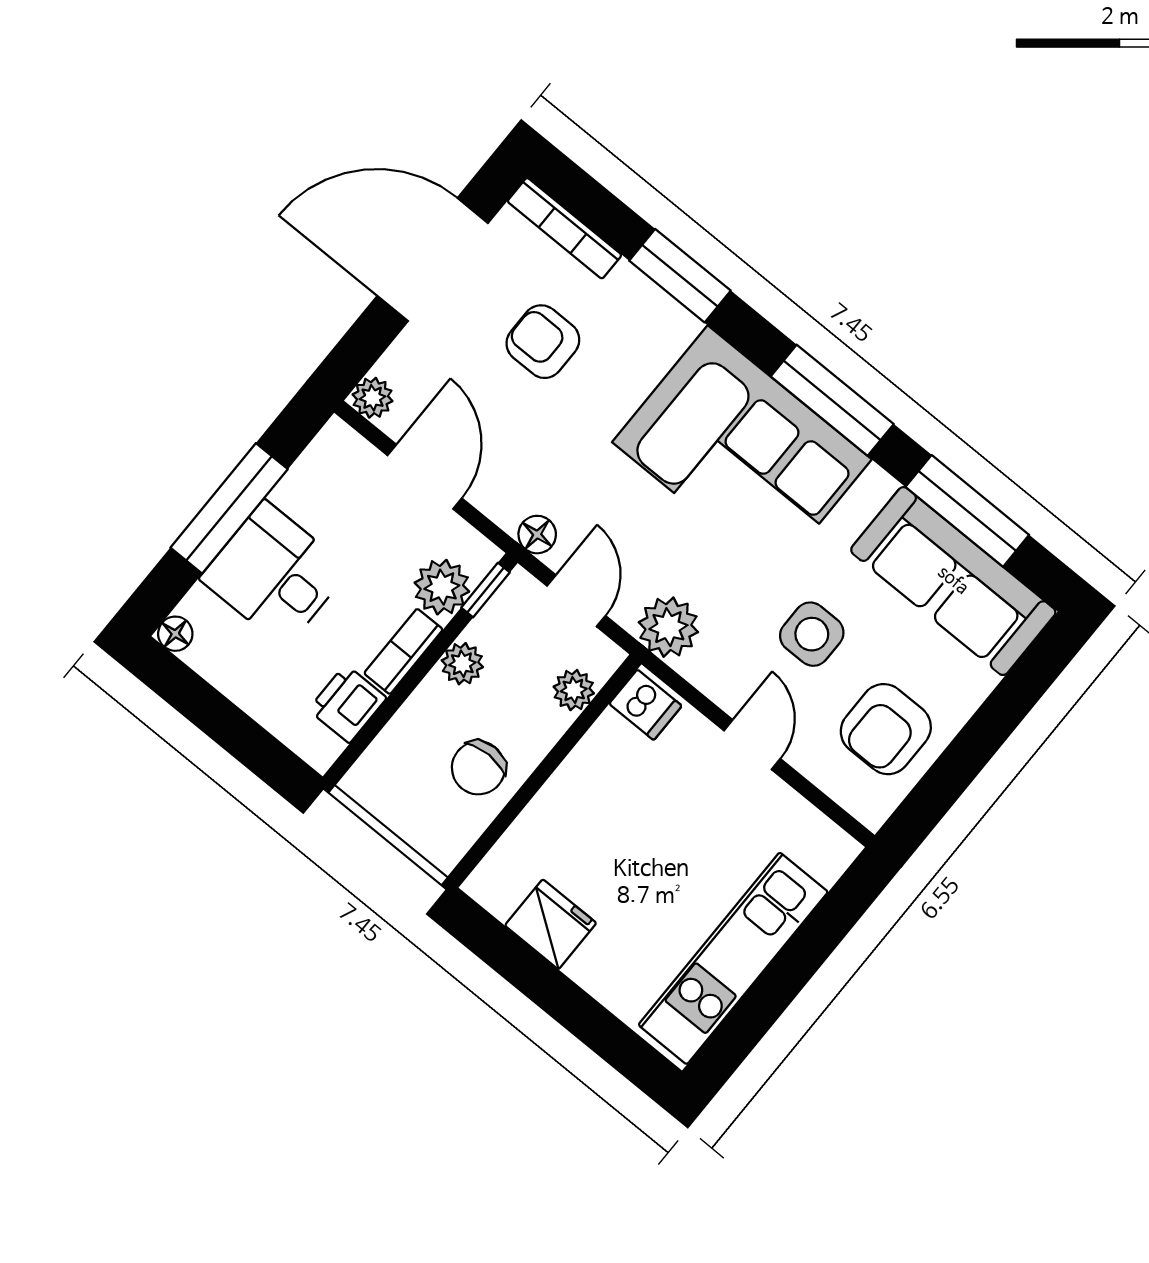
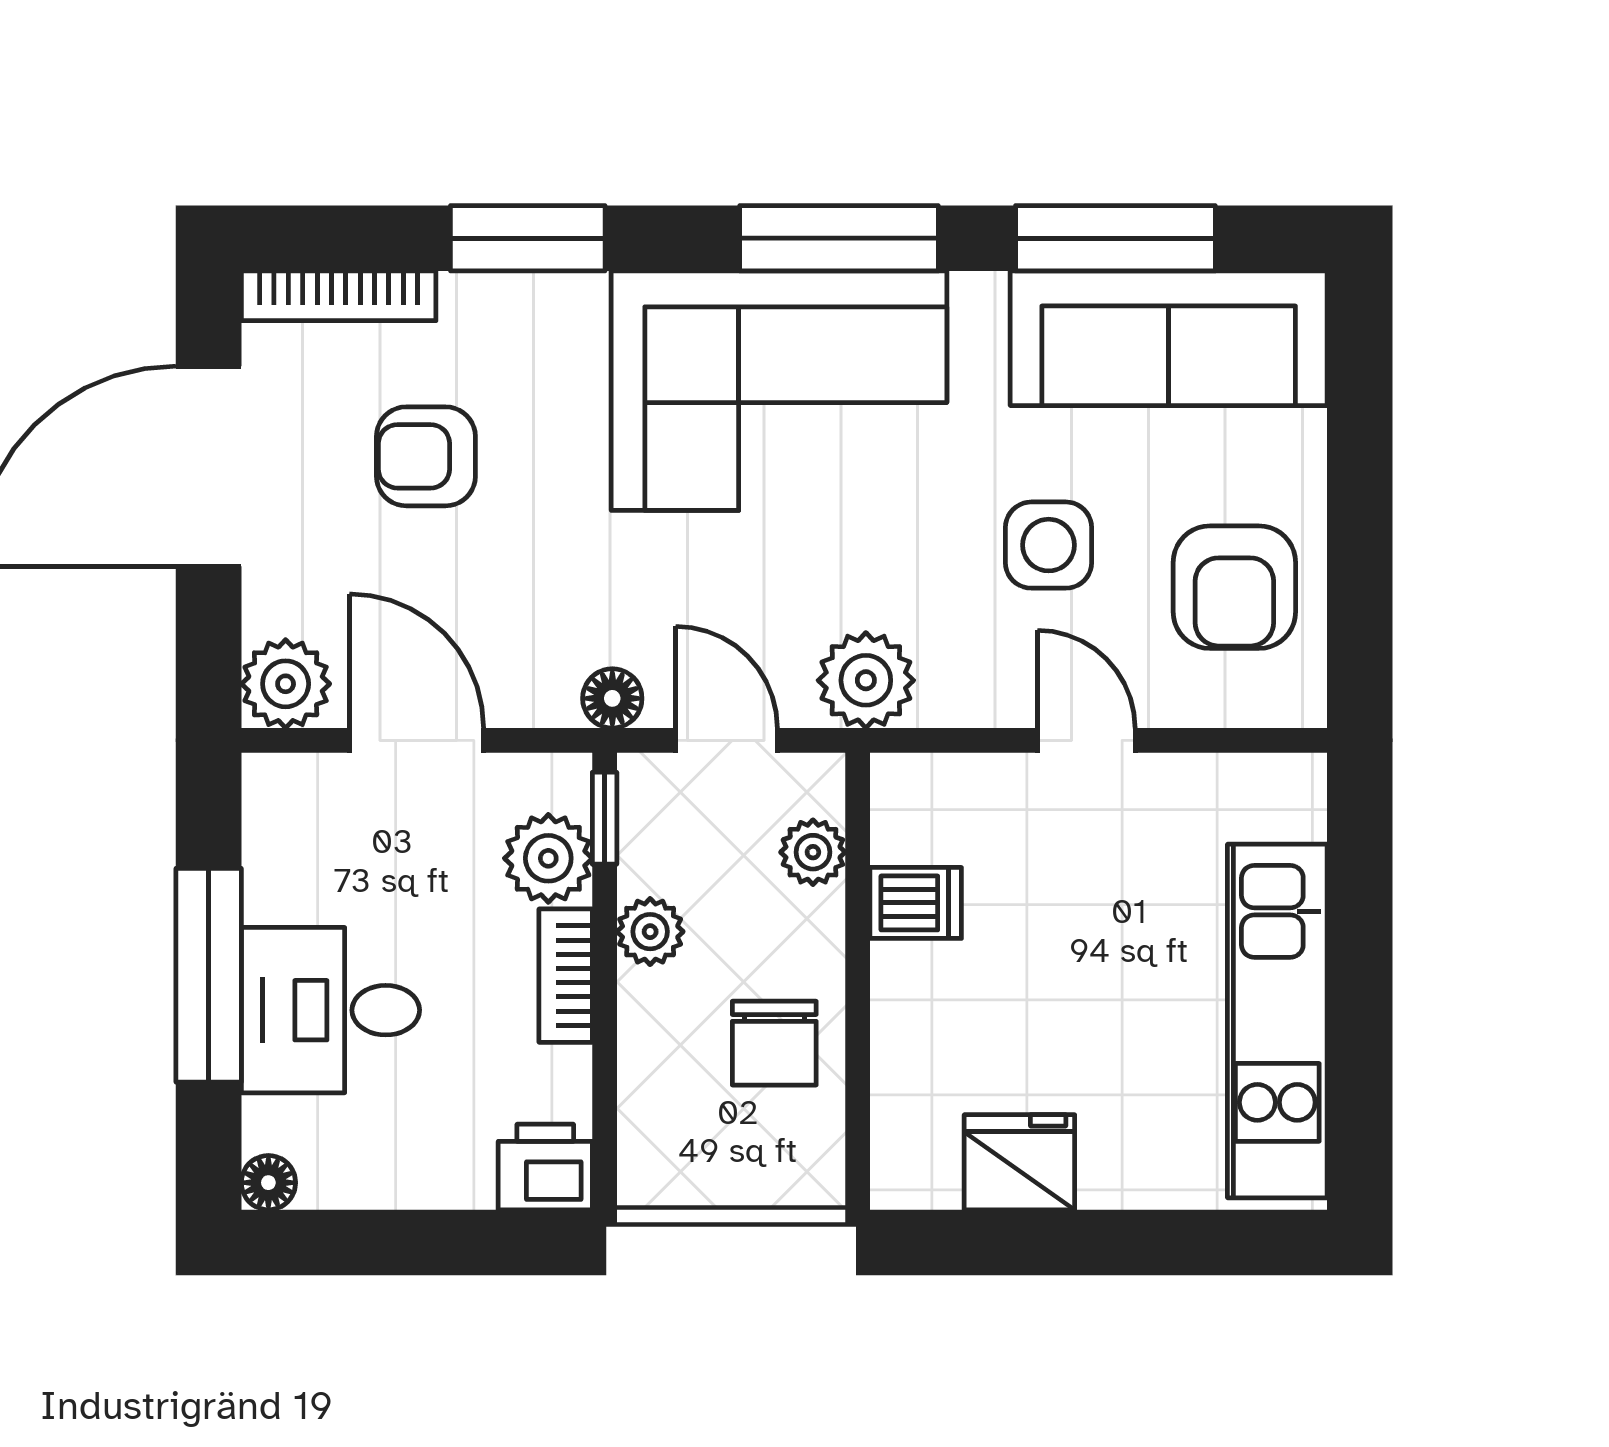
plant: (373, 398) -> (286, 684), width x1.38, depth x1.38
printer: (347, 704) -> (545, 1167), moved, turned 90
dishwasher: (646, 705) -> (916, 903), moved

